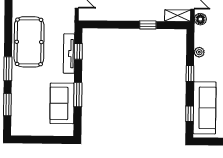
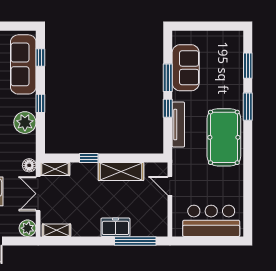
shelving: (120, 13) -> (121, 172), added
window: (78, 51) -> (168, 108), moved
plant: (199, 52) -> (25, 123), width x1.88, depth x1.88

